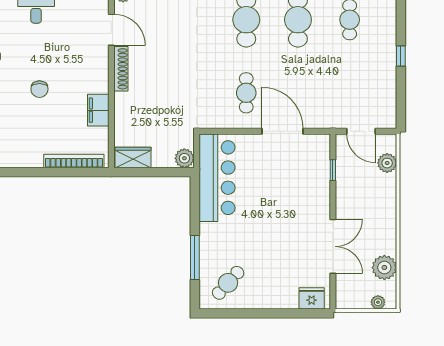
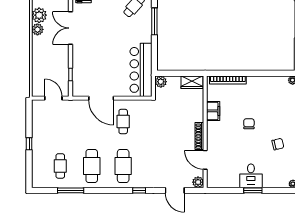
plant: (387, 163) -> (37, 29), moved

